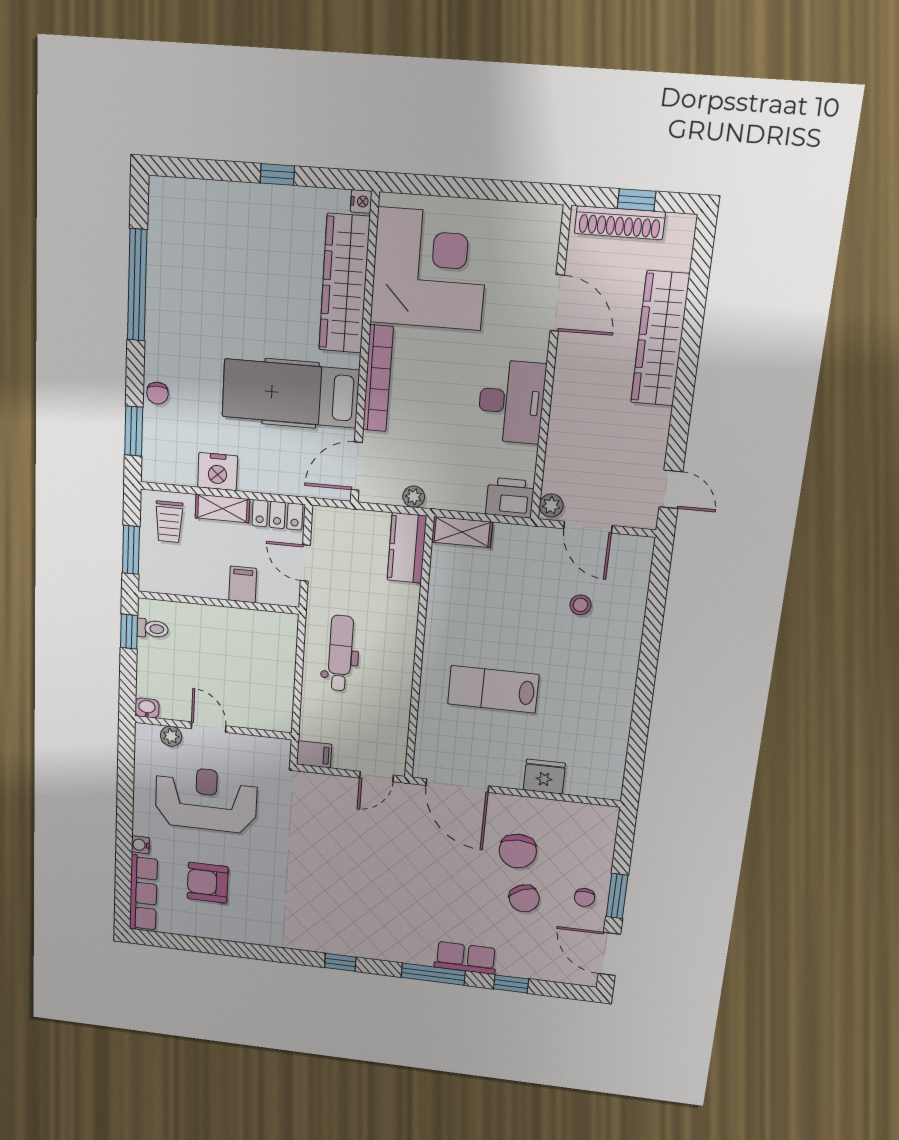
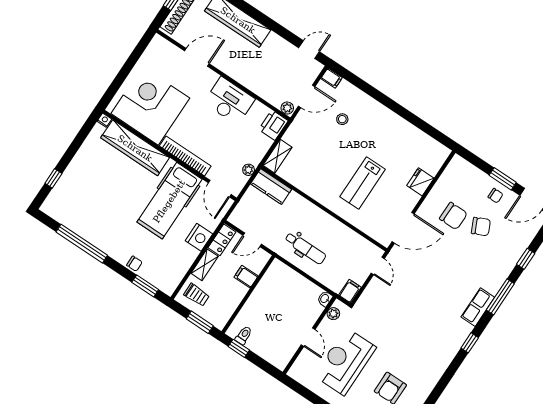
window: (277, 174) -> (53, 178), moved
nightstand: (218, 472) -> (199, 237), moved
filing cabinet: (641, 552) -> (332, 78), added
dental chair: (340, 653) -> (305, 248), turned 180
washbasin: (147, 708) -> (325, 299), moved
door: (209, 727) -> (308, 337), swing flipped
plant: (171, 736) -> (333, 314), moved
row of seats: (466, 958) -> (478, 307), moved

